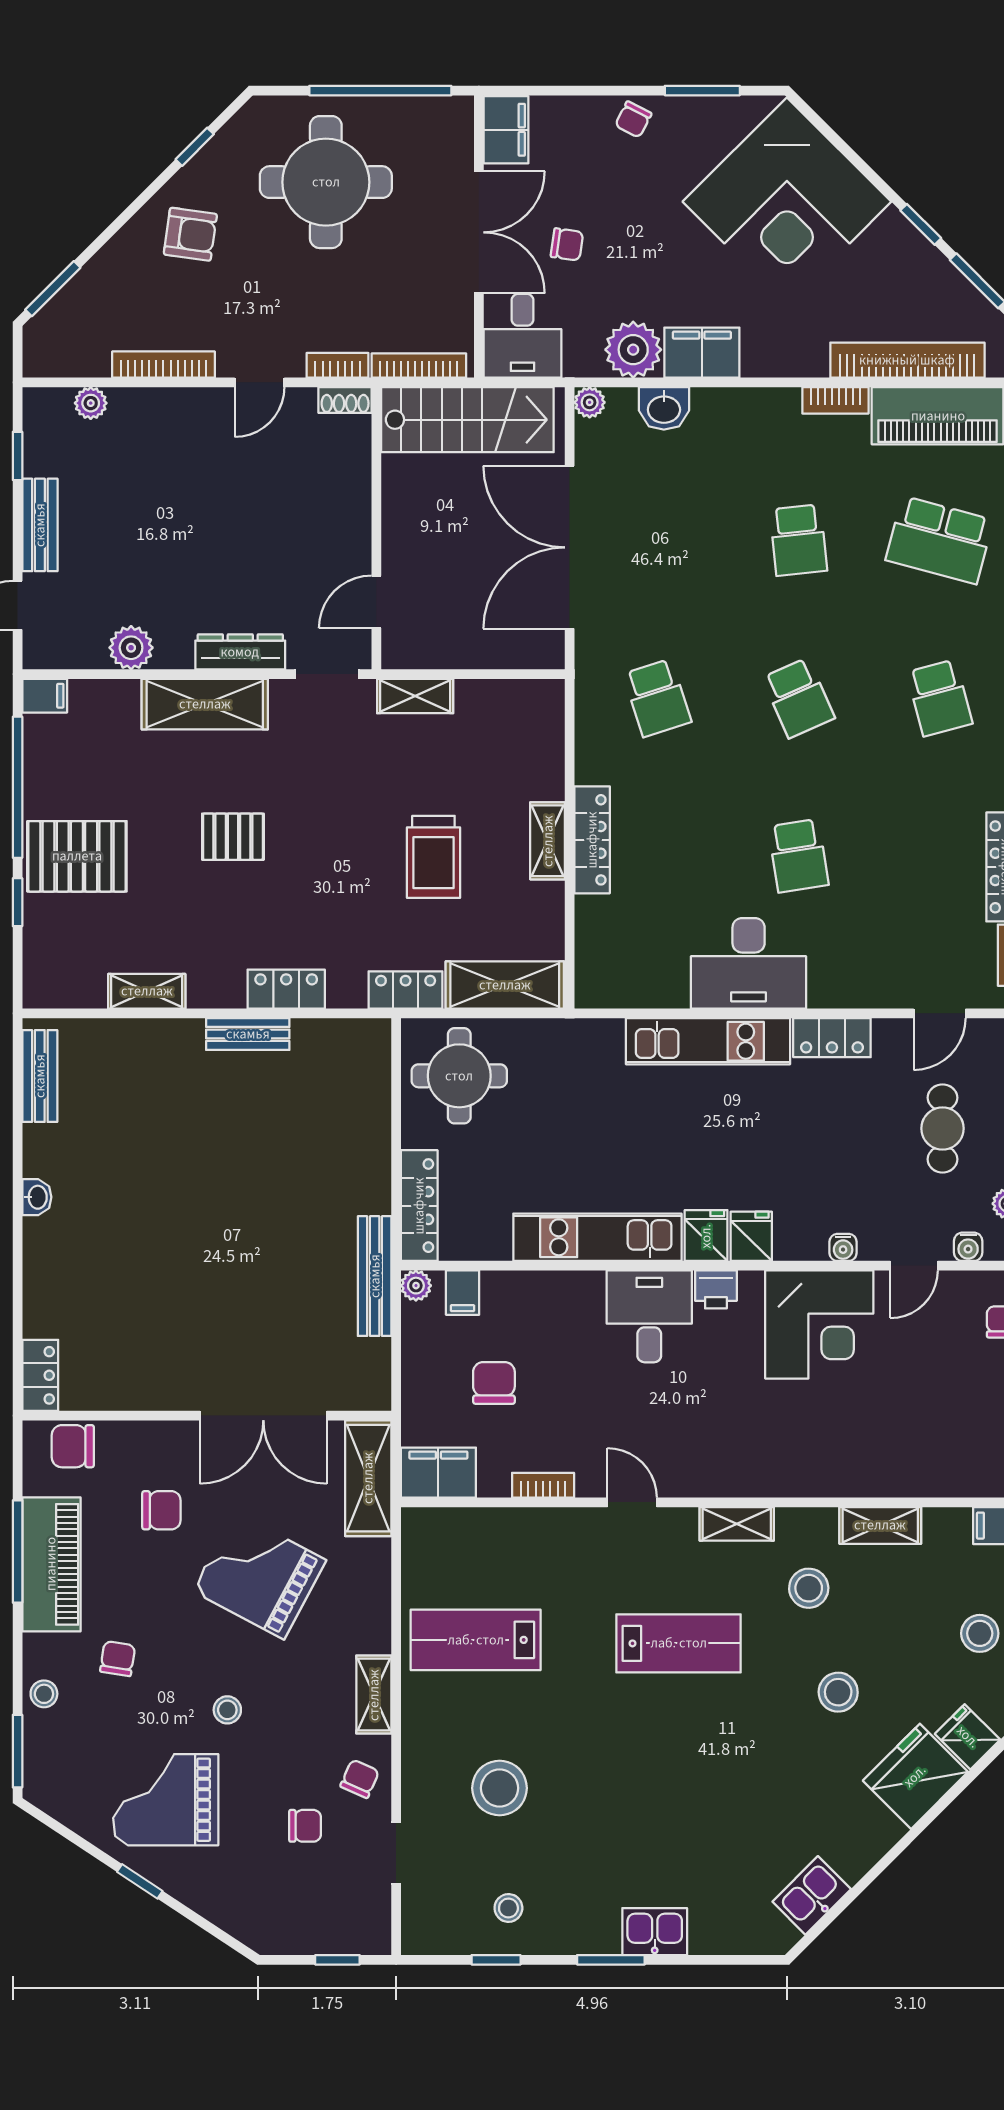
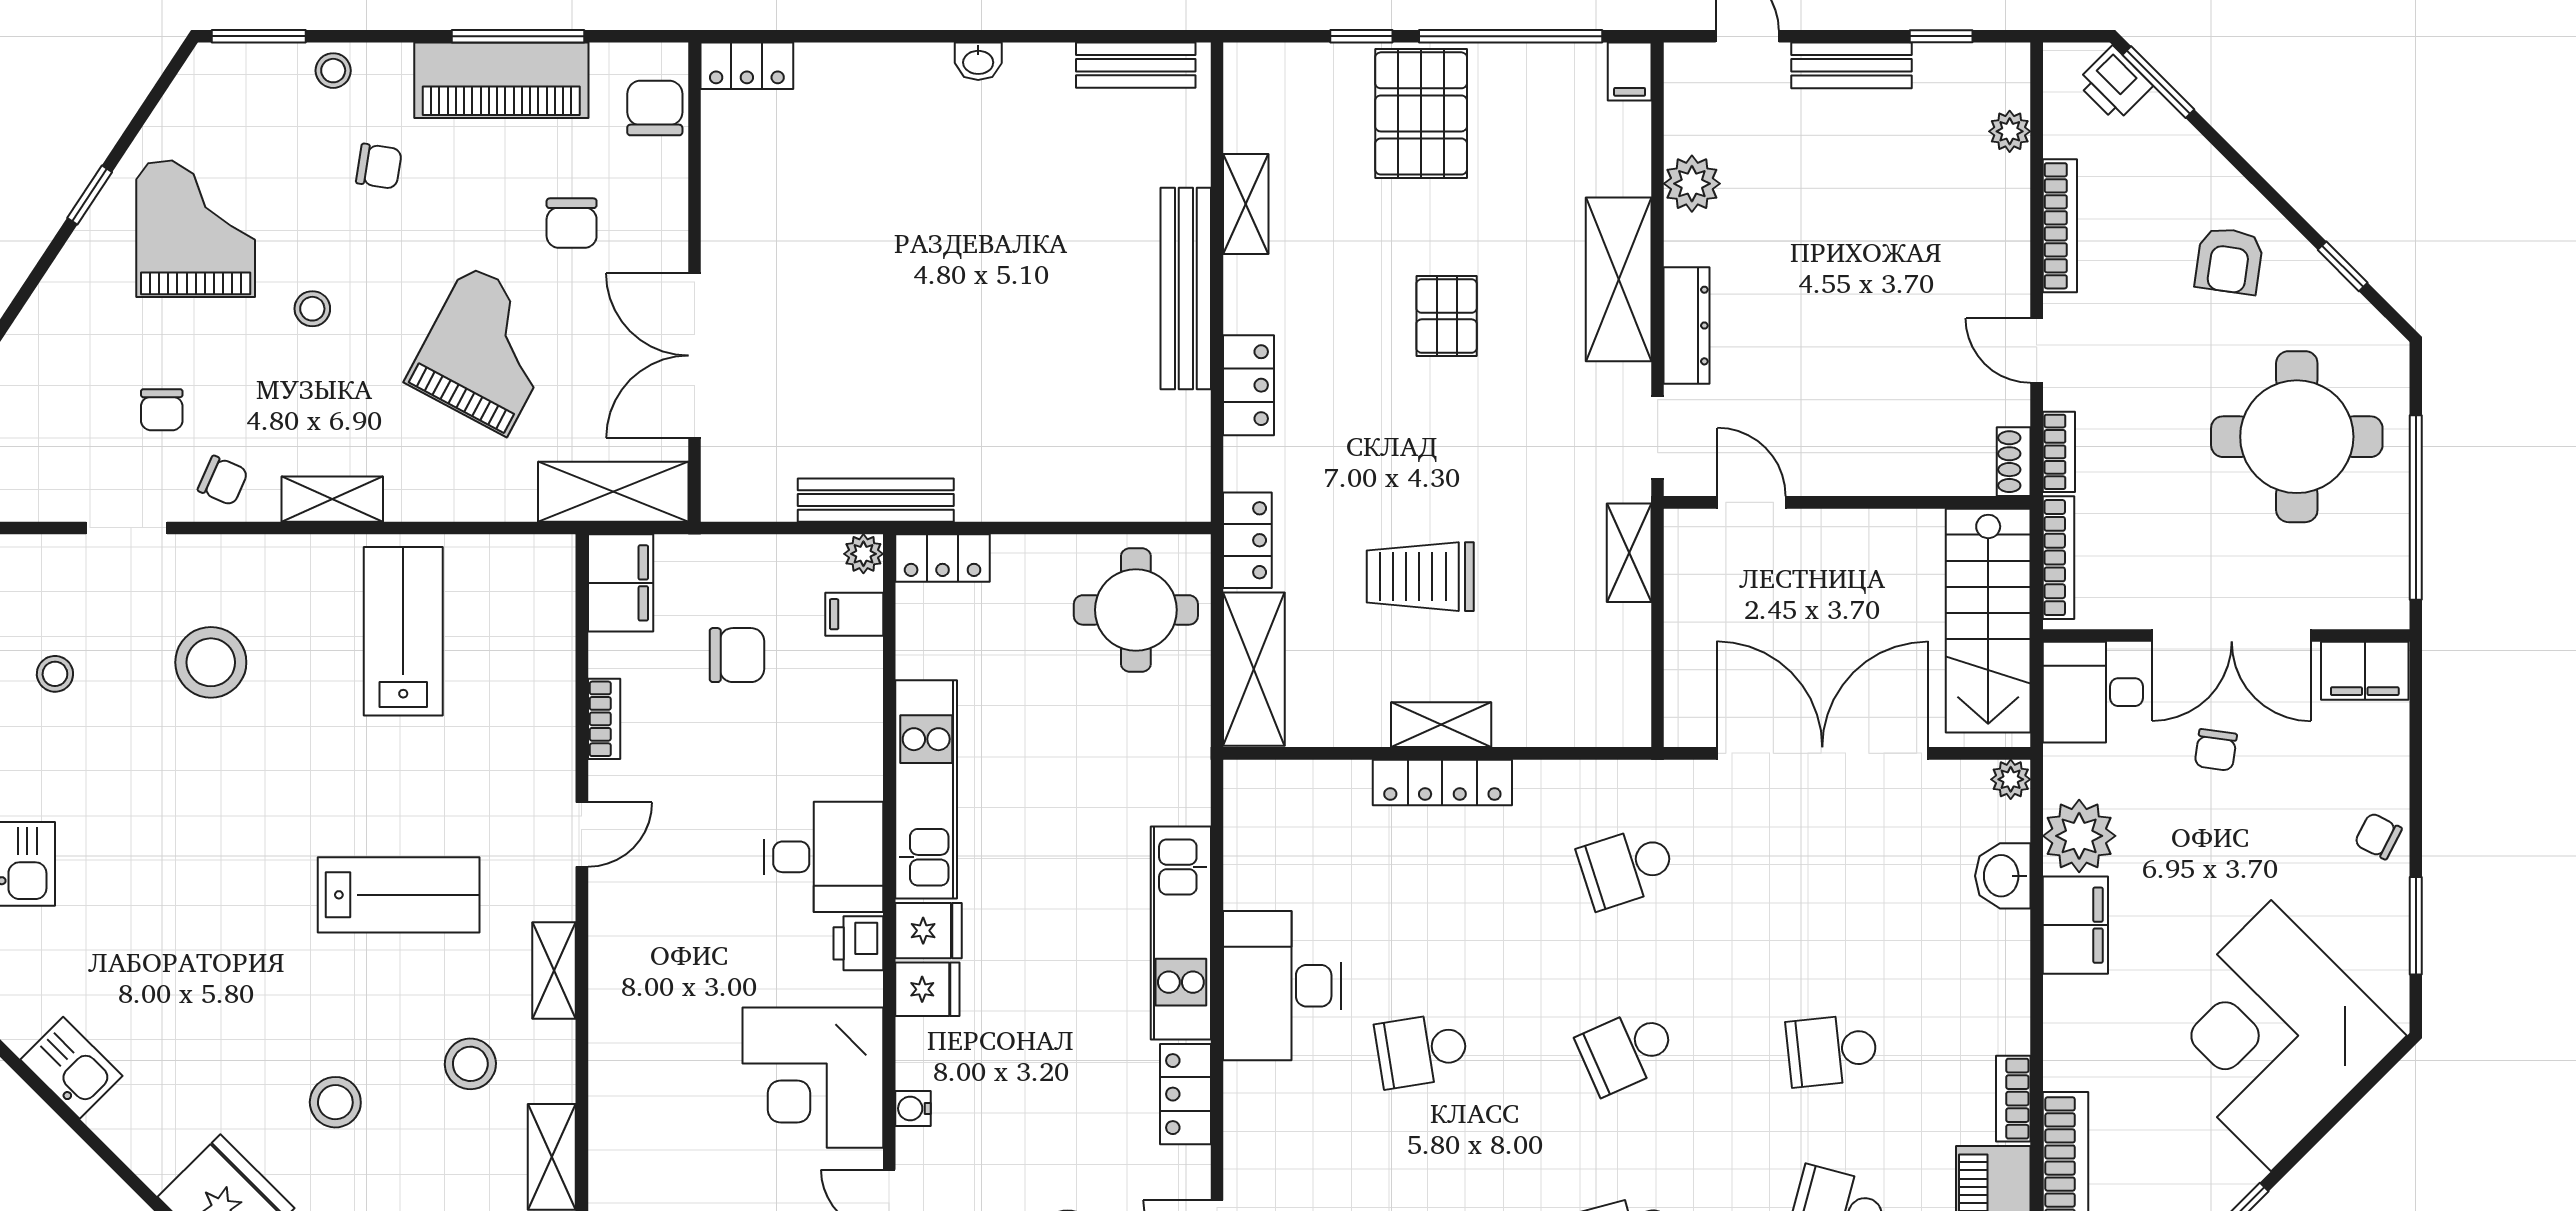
printer: (54, 322) -> (2114, 84), added
bench: (248, 1034) -> (1186, 289), width x1.86, depth x1.21
locker: (419, 1206) -> (943, 558), width x0.66
lab bench: (679, 1643) -> (399, 895), turned -90

